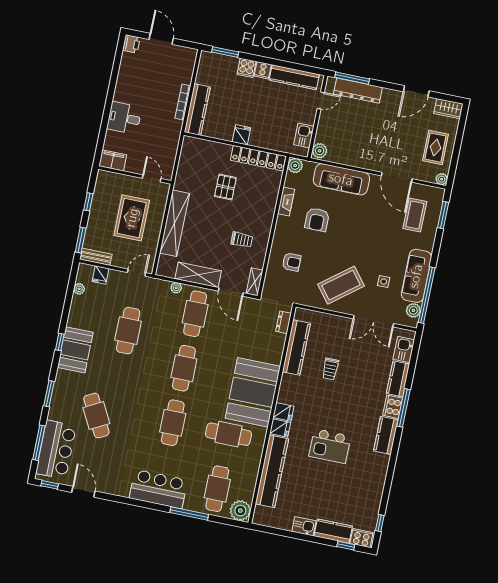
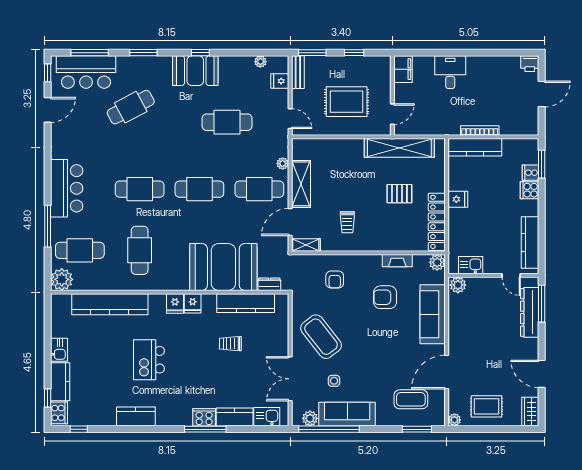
cooker: (263, 70) -> (530, 173), moved
shelving: (175, 223) -> (399, 148), moved
booth: (253, 392) -> (223, 267), moved
fridge: (280, 428) -> (193, 303), moved
kitchen counter: (386, 435) -> (136, 416), moved

